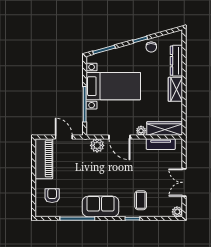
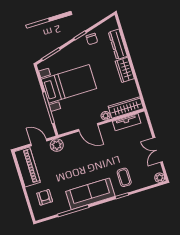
plant: (97, 145) -> (57, 145), moved
sofa: (101, 207) -> (90, 194), width x1.36

